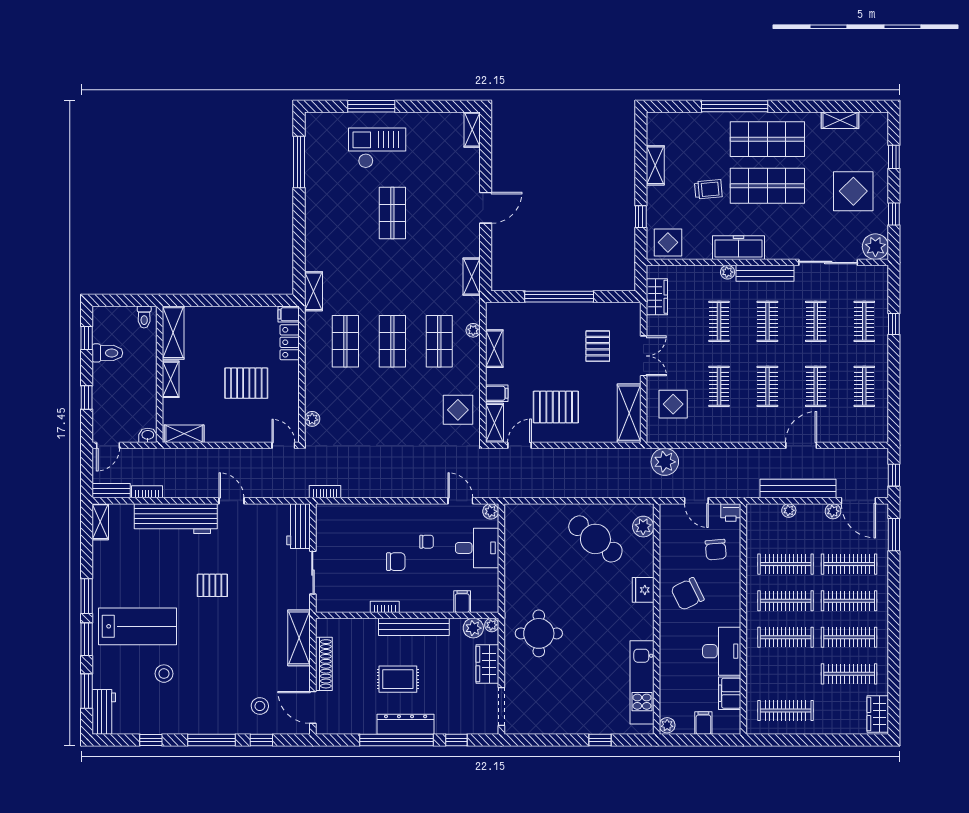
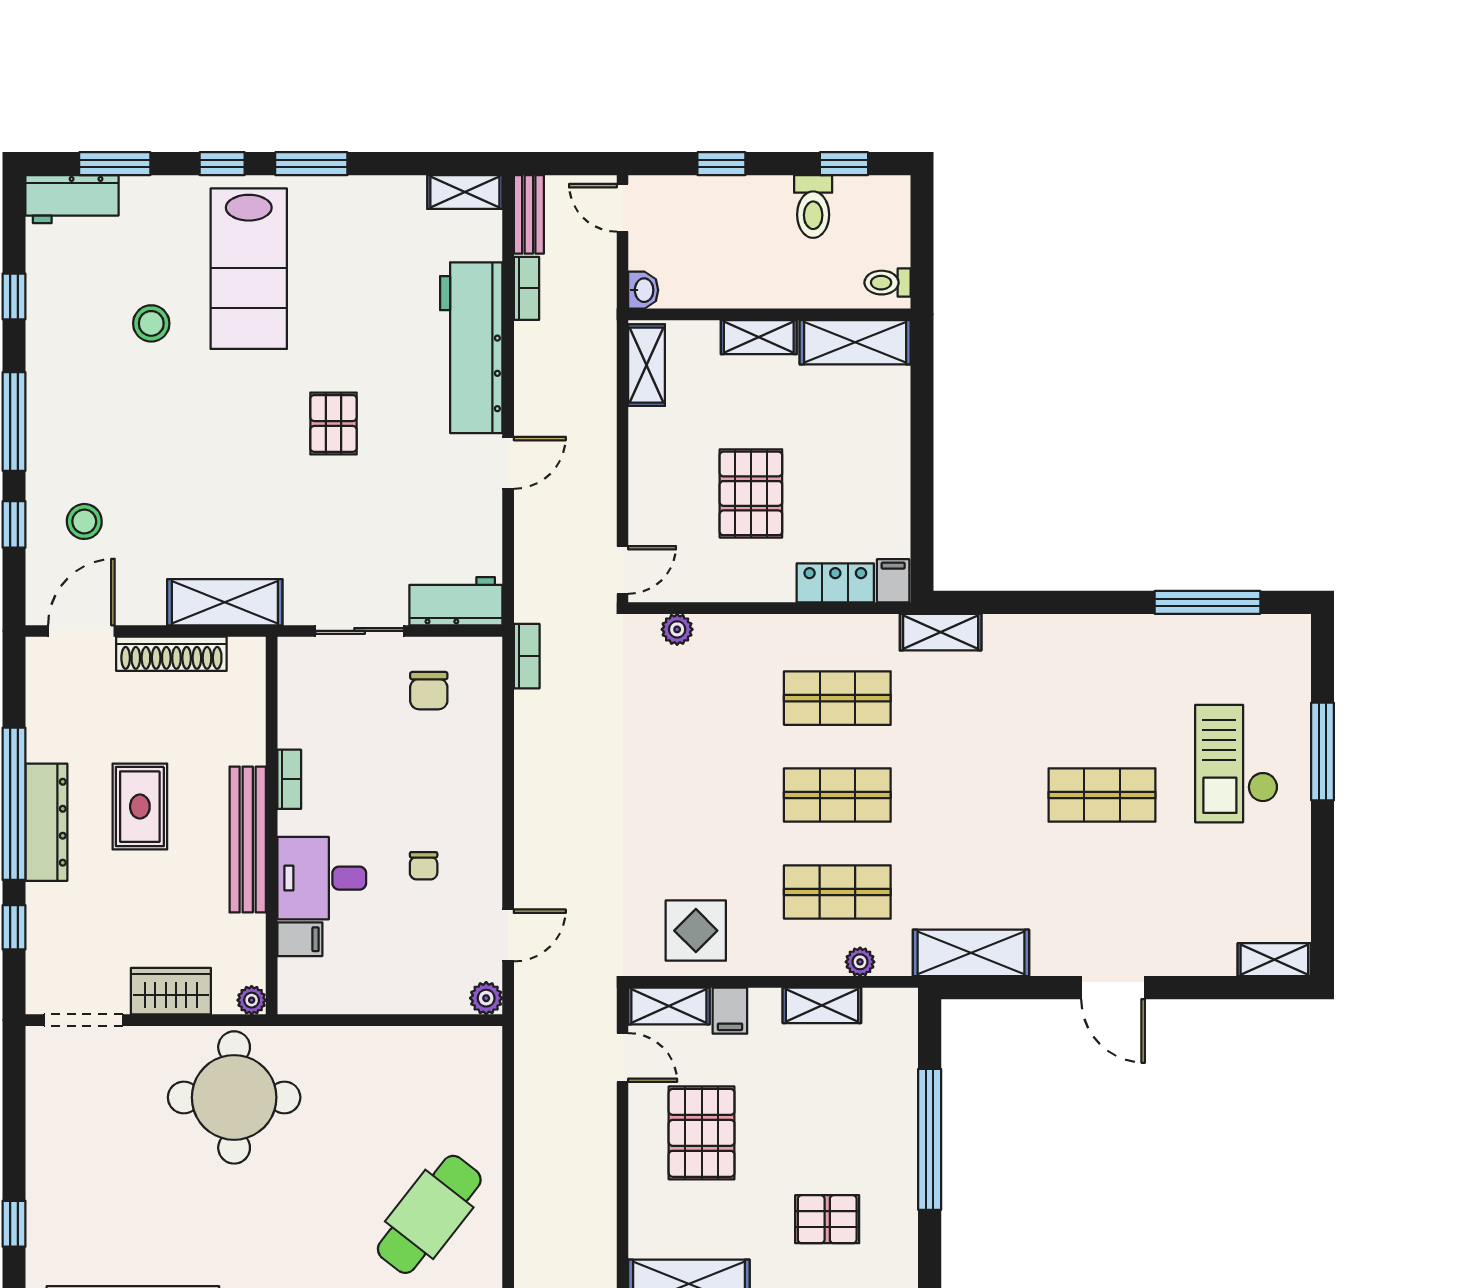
checkout: (377, 148) -> (1236, 764), turned 180
shelving: (472, 277) -> (971, 953), width x1.50, depth x1.33
desk: (477, 548) -> (322, 878), moved, turned 90
chair: (396, 562) -> (429, 691), moved
plant: (473, 628) -> (245, 962), removed
round table: (539, 633) -> (234, 1097), width x1.36, depth x1.36
window: (87, 639) -> (222, 164), width x0.67

